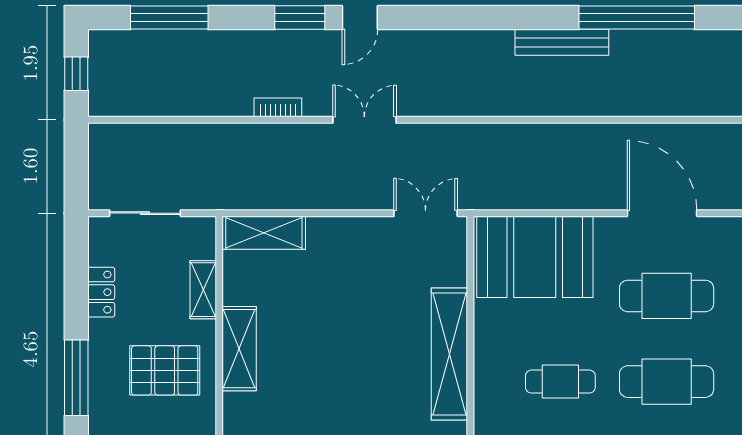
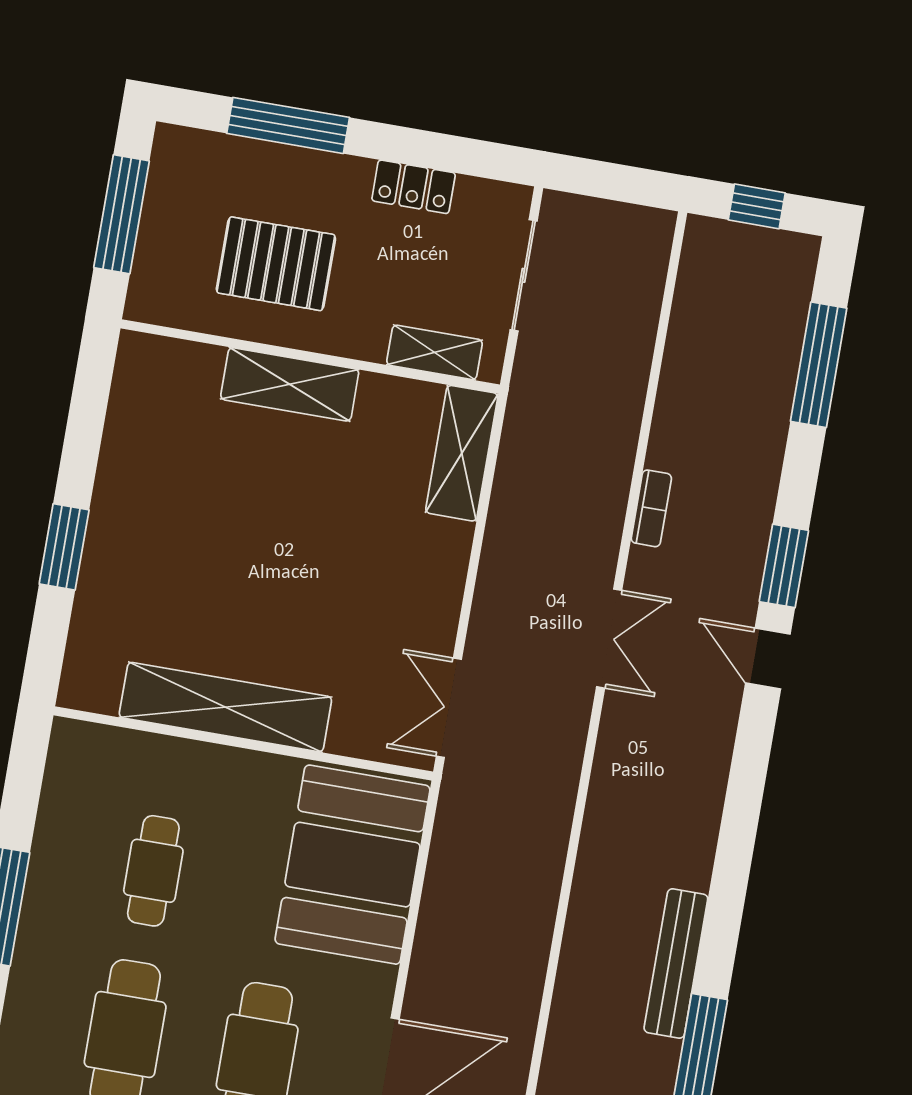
double door: (426, 213) -> (449, 708), swing flipped
shelving: (203, 290) -> (434, 352), moved
pallet: (165, 370) -> (276, 264), turned 90

